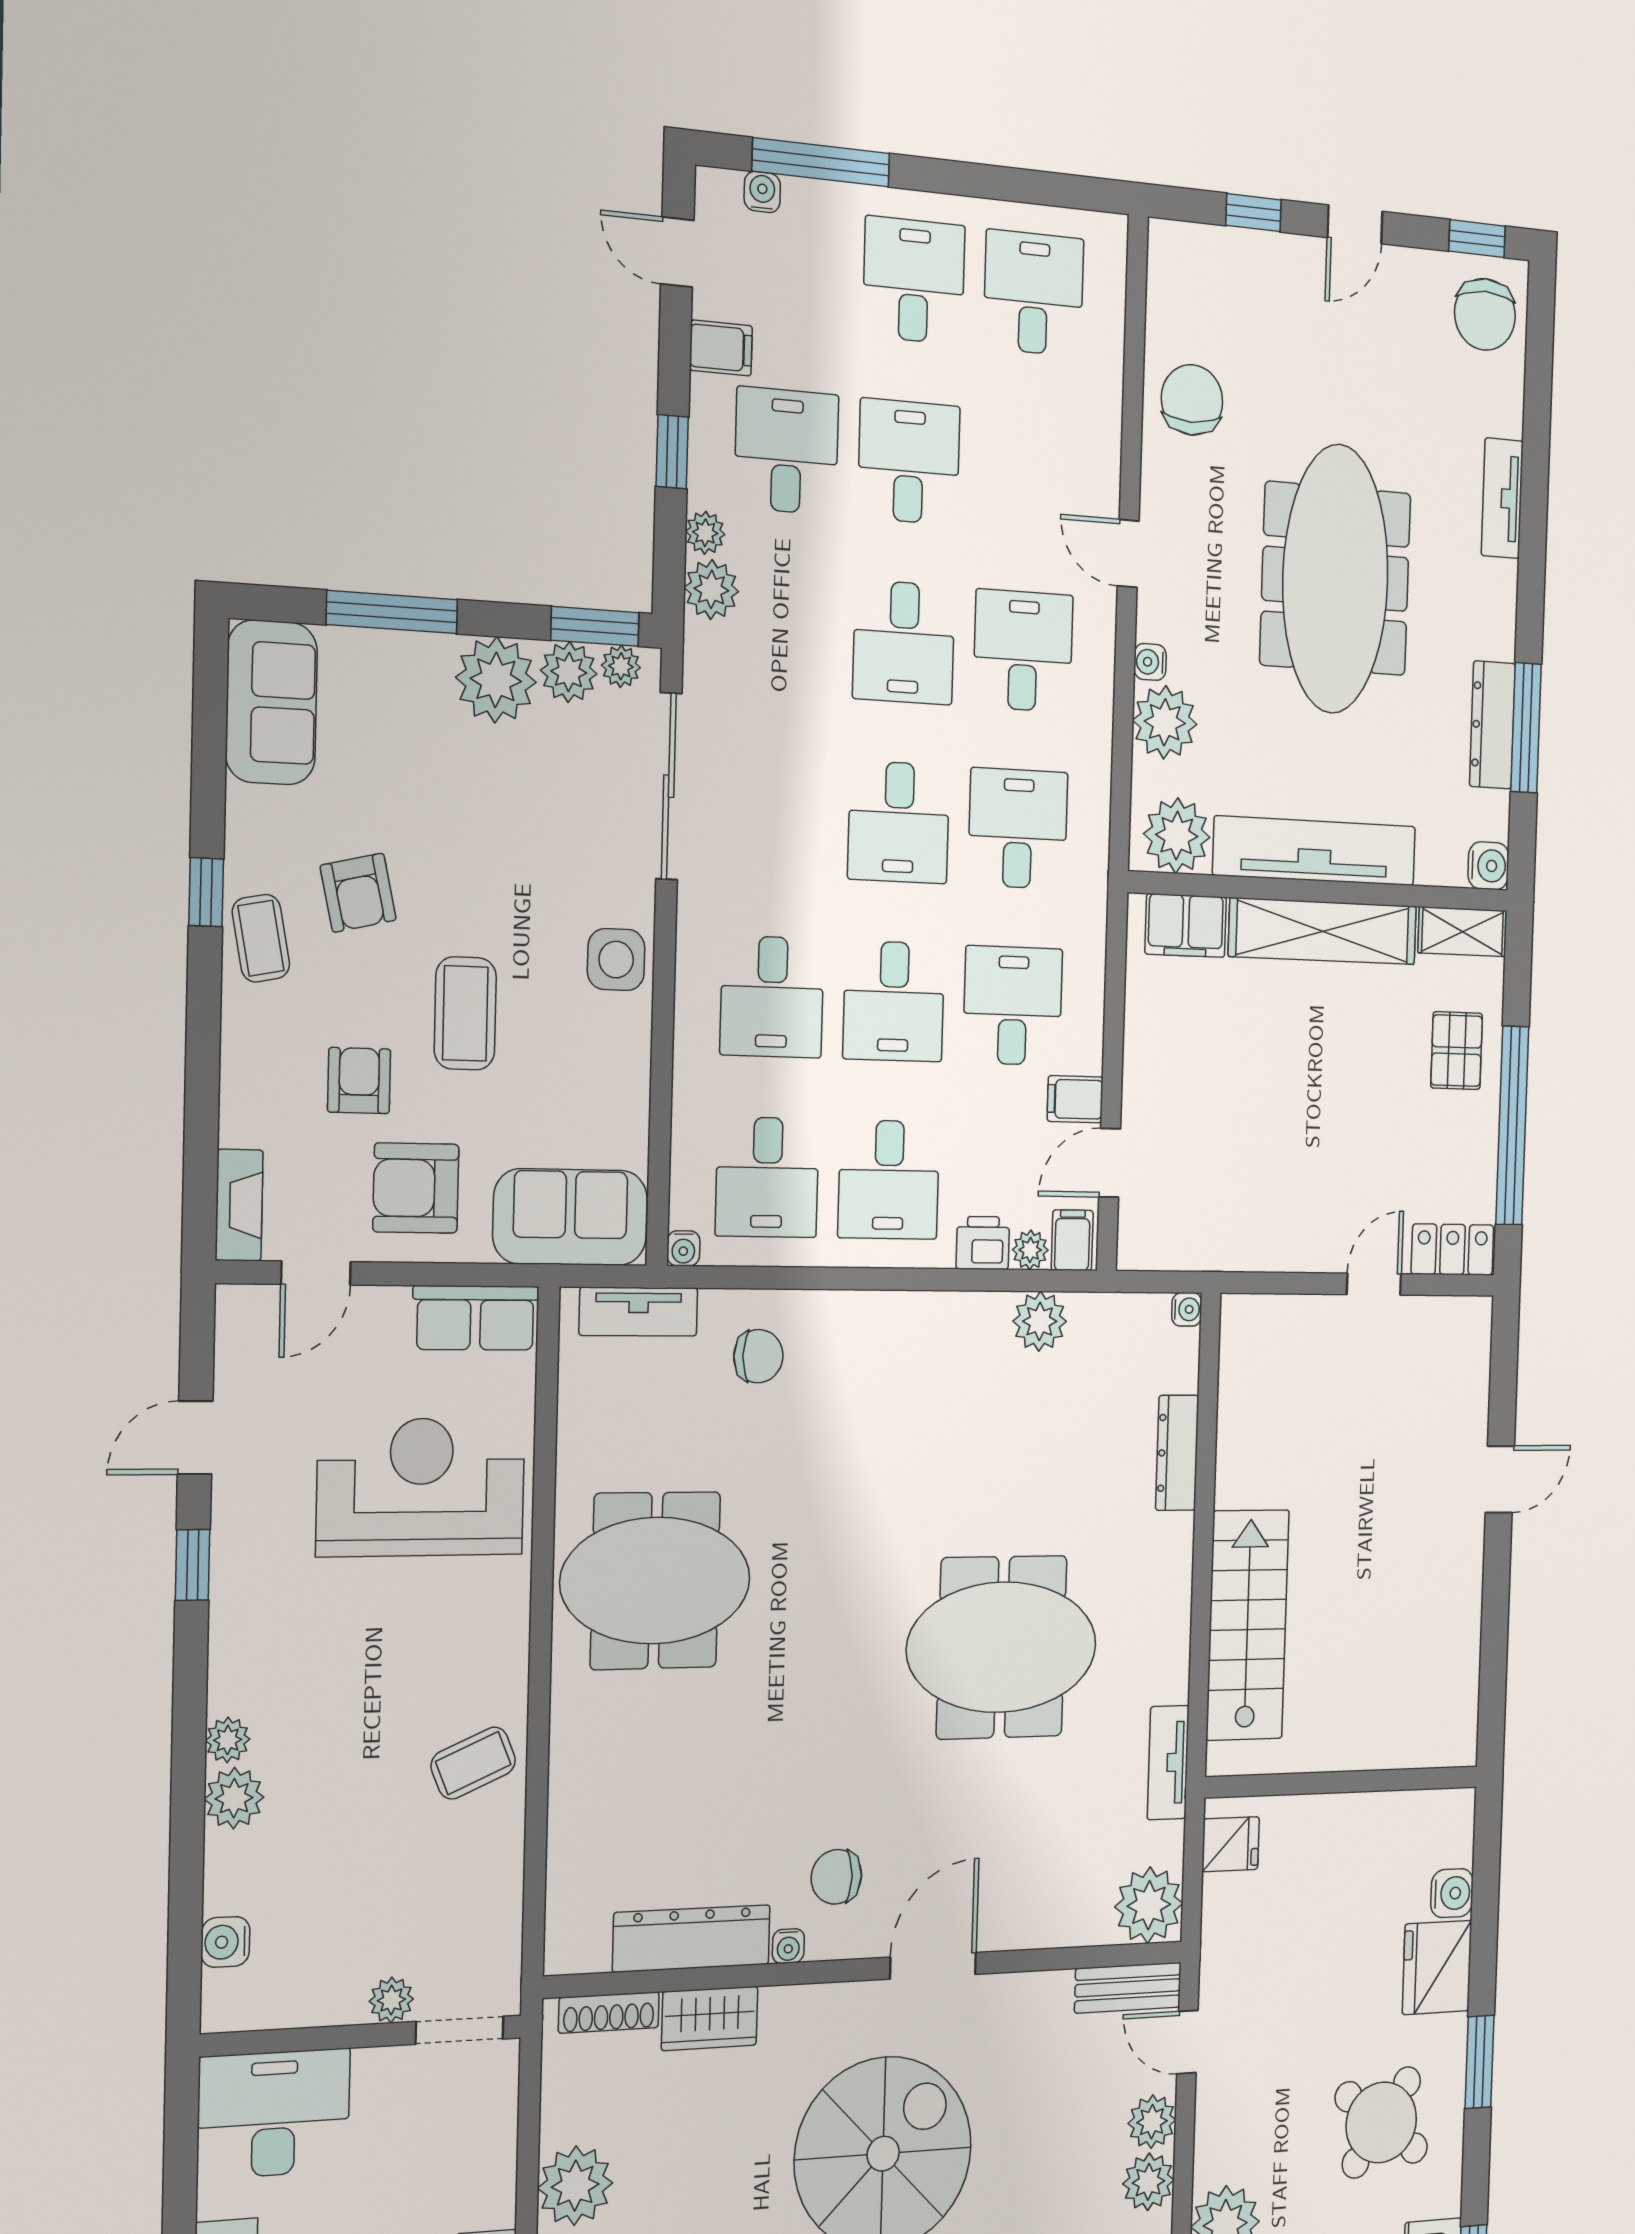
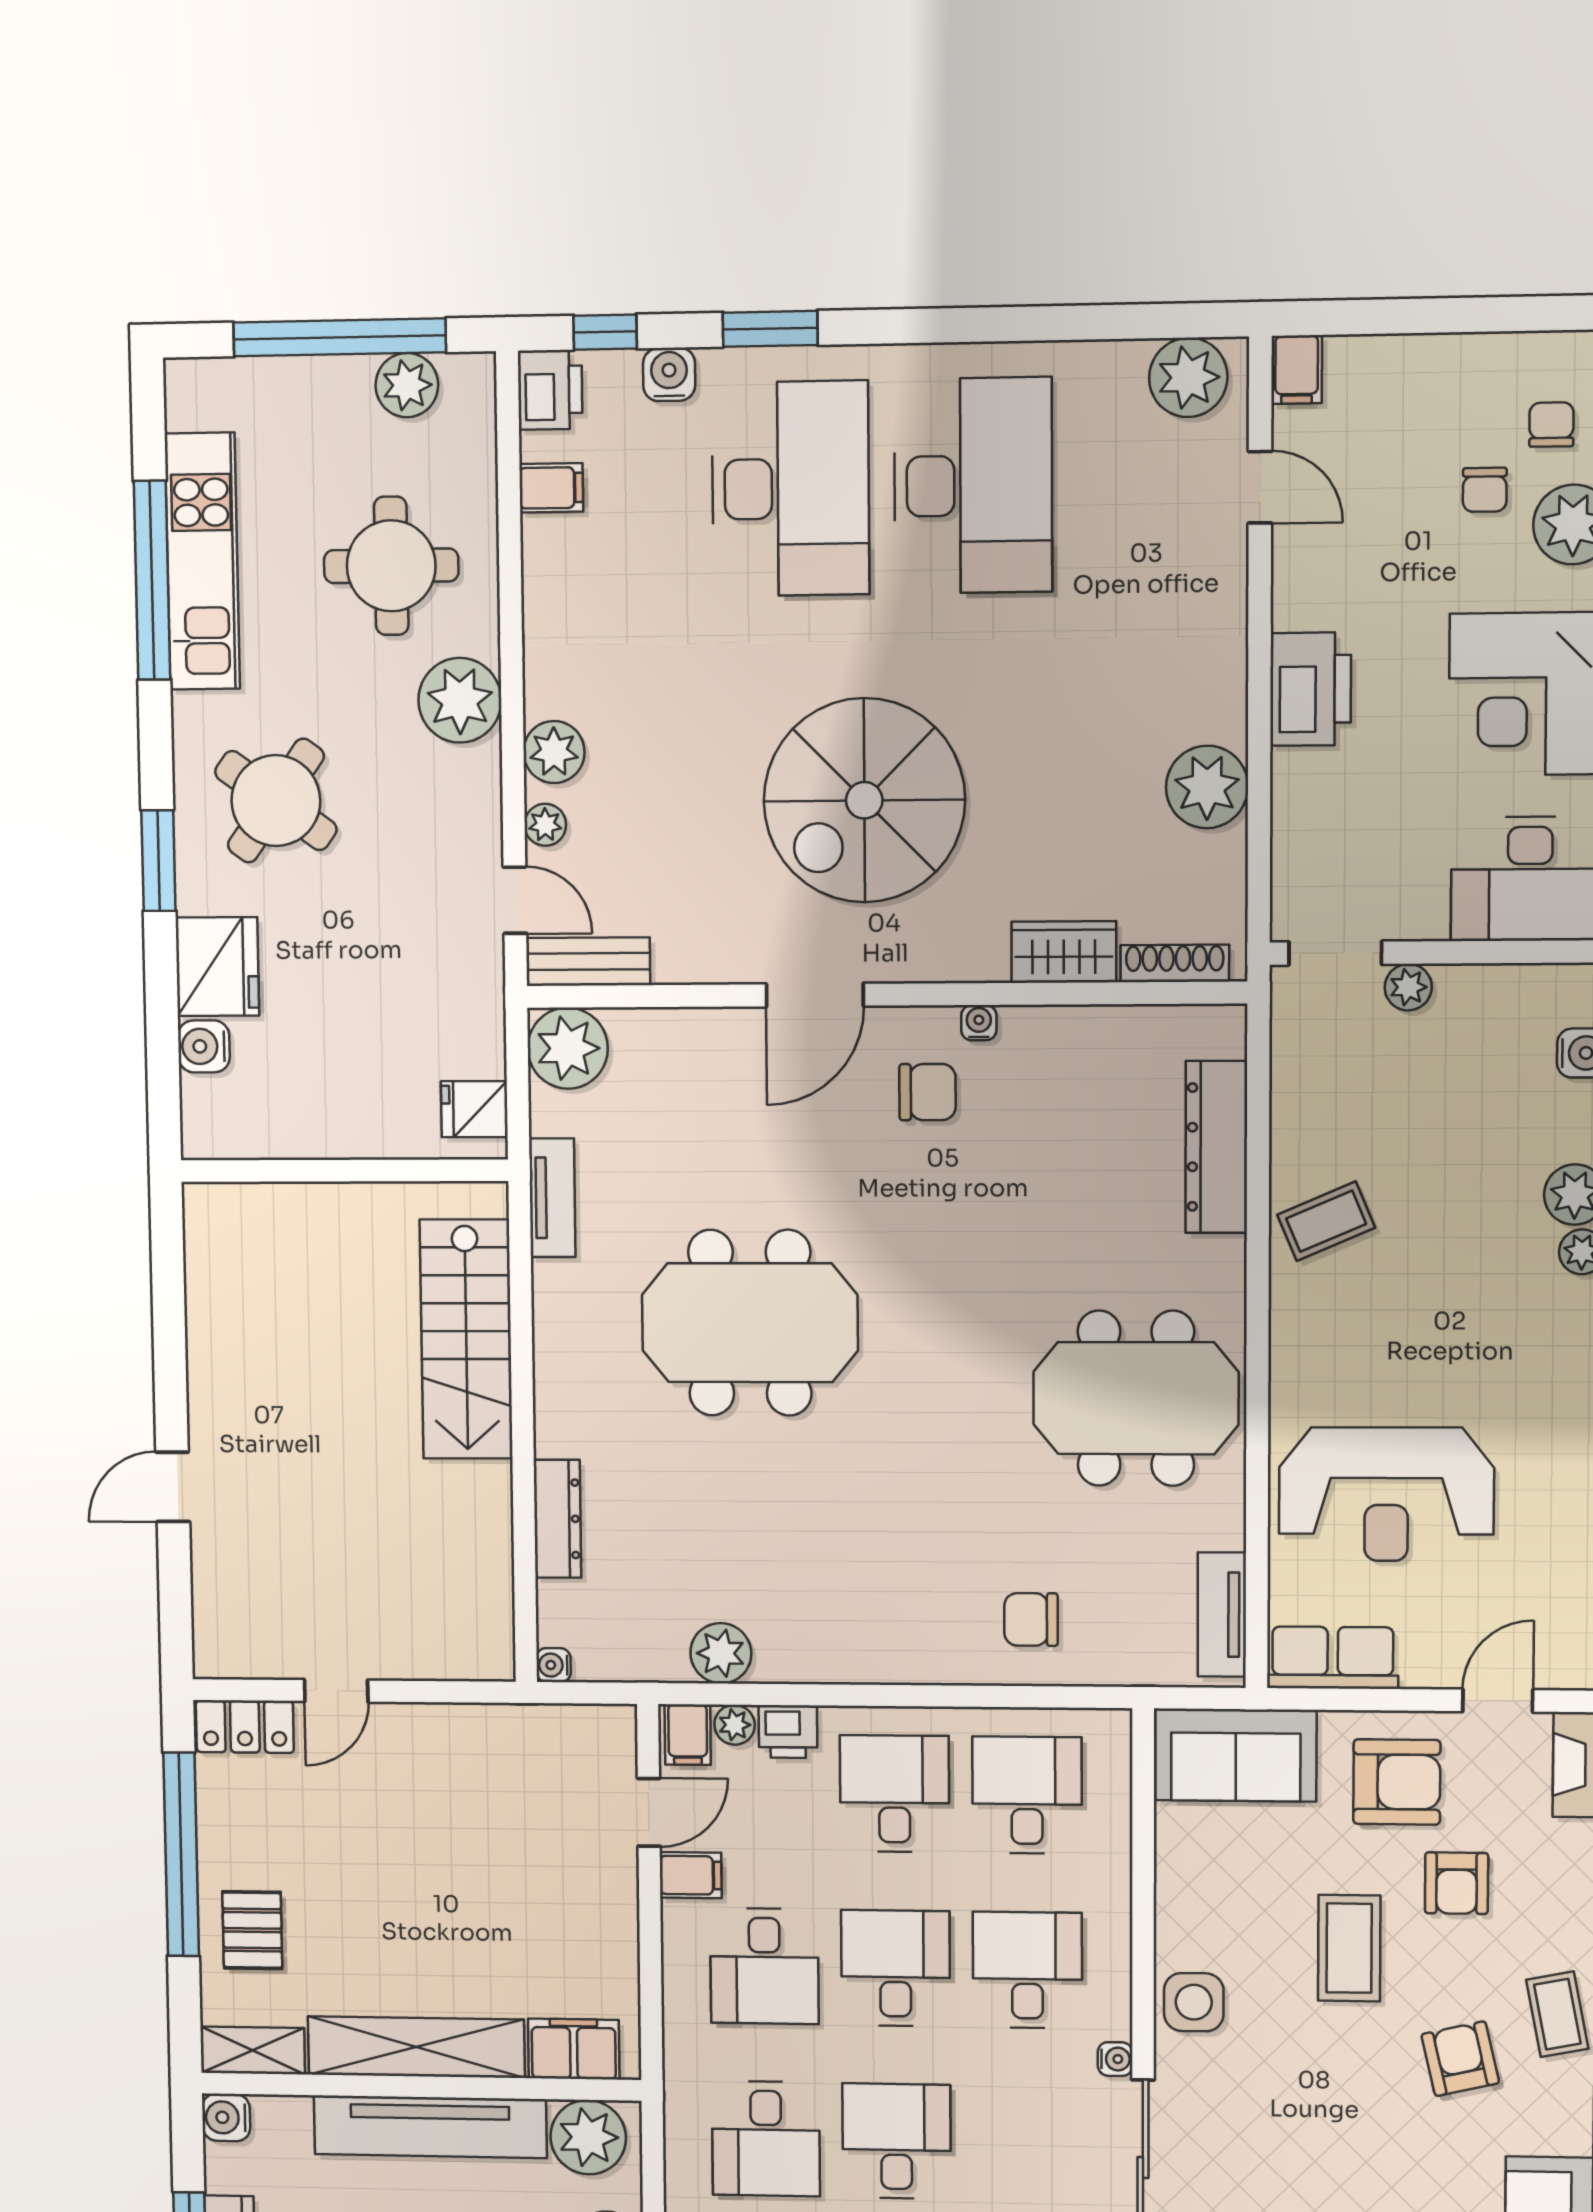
water cooler: (683, 1248) -> (1115, 2059), moved, turned 90
tv unit: (638, 1312) -> (1222, 1615), moved, turned -90
dresser: (692, 1938) -> (1216, 1147), moved, turned 90
plant: (1152, 2122) -> (545, 825), width x0.73, depth x0.73

